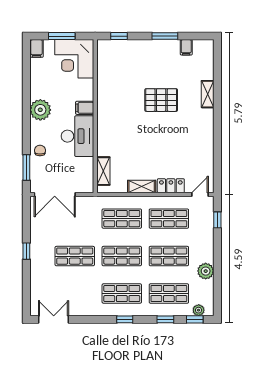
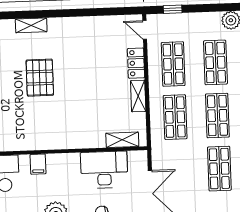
filing cabinet: (85, 108) -> (38, 164), moved
desk: (77, 136) -> (104, 170), moved

